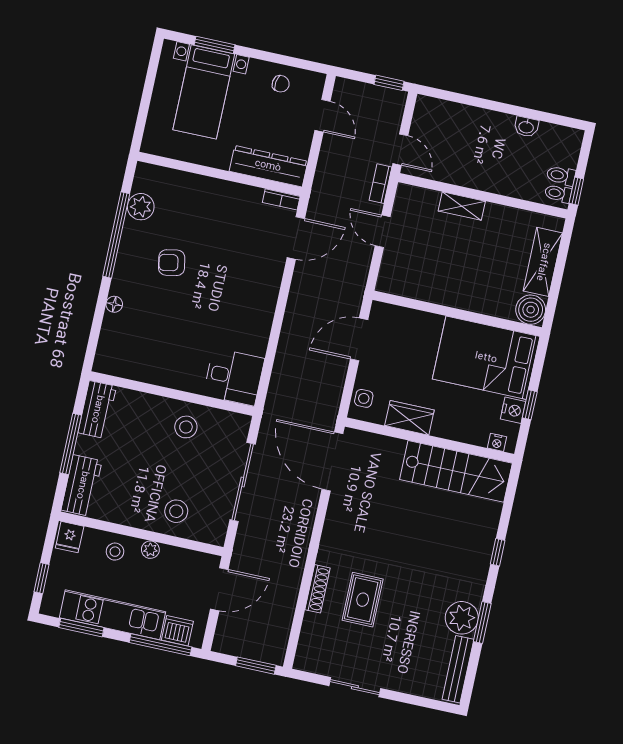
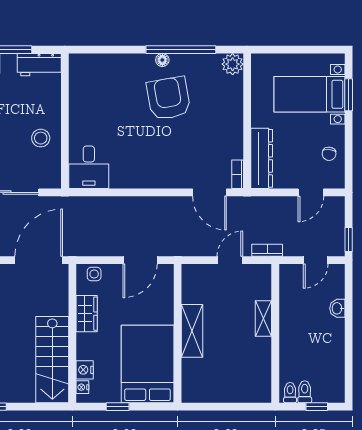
washbasin: (526, 127) -> (337, 308), moved
door: (400, 150) -> (316, 260), moved
window: (576, 191) -> (317, 407), moved
plant: (141, 207) -> (233, 64), moved
shelving: (543, 262) -> (192, 331), moved, turned 90
armchair: (172, 263) -> (168, 98), width x1.88, depth x1.88
floor lamp: (114, 304) -> (162, 60), moved
boiler: (531, 310) -> (193, 391), removed
door: (359, 339) -> (140, 260), swing flipped
nightstand: (513, 410) -> (85, 370), moved, turned 90

